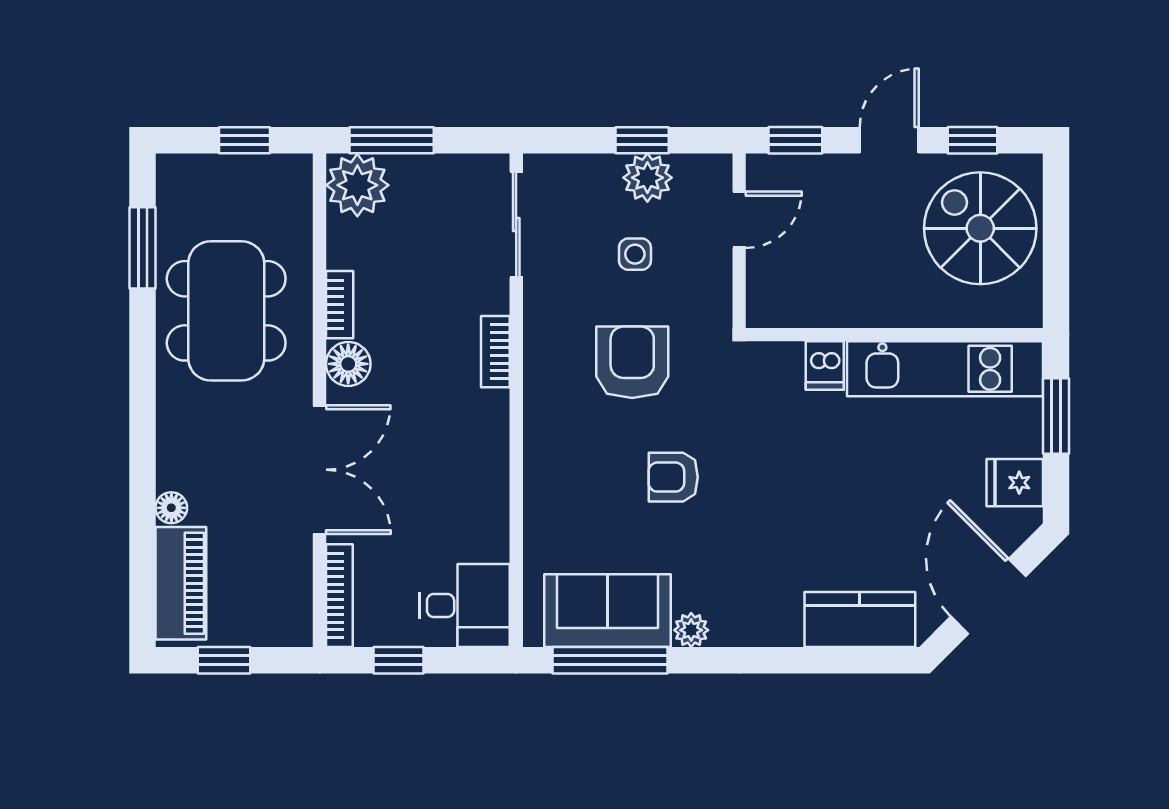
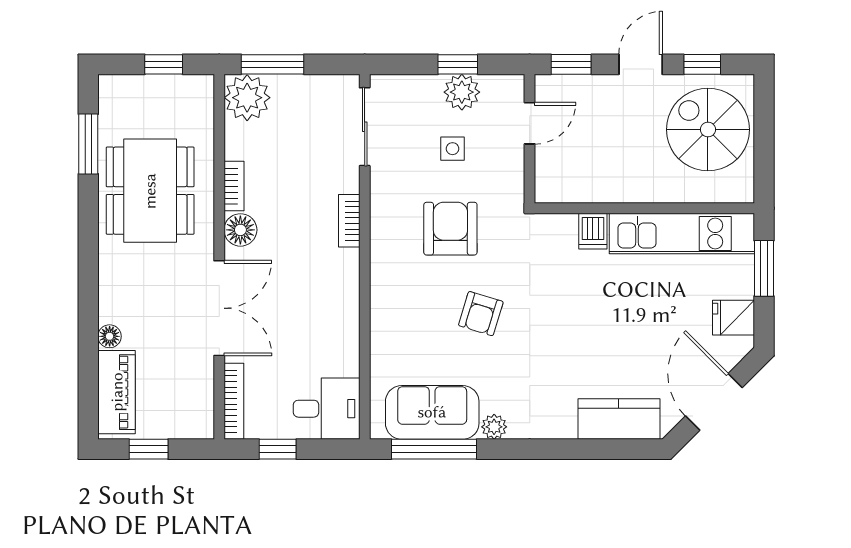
armchair: (673, 477) -> (481, 314), turned -73

